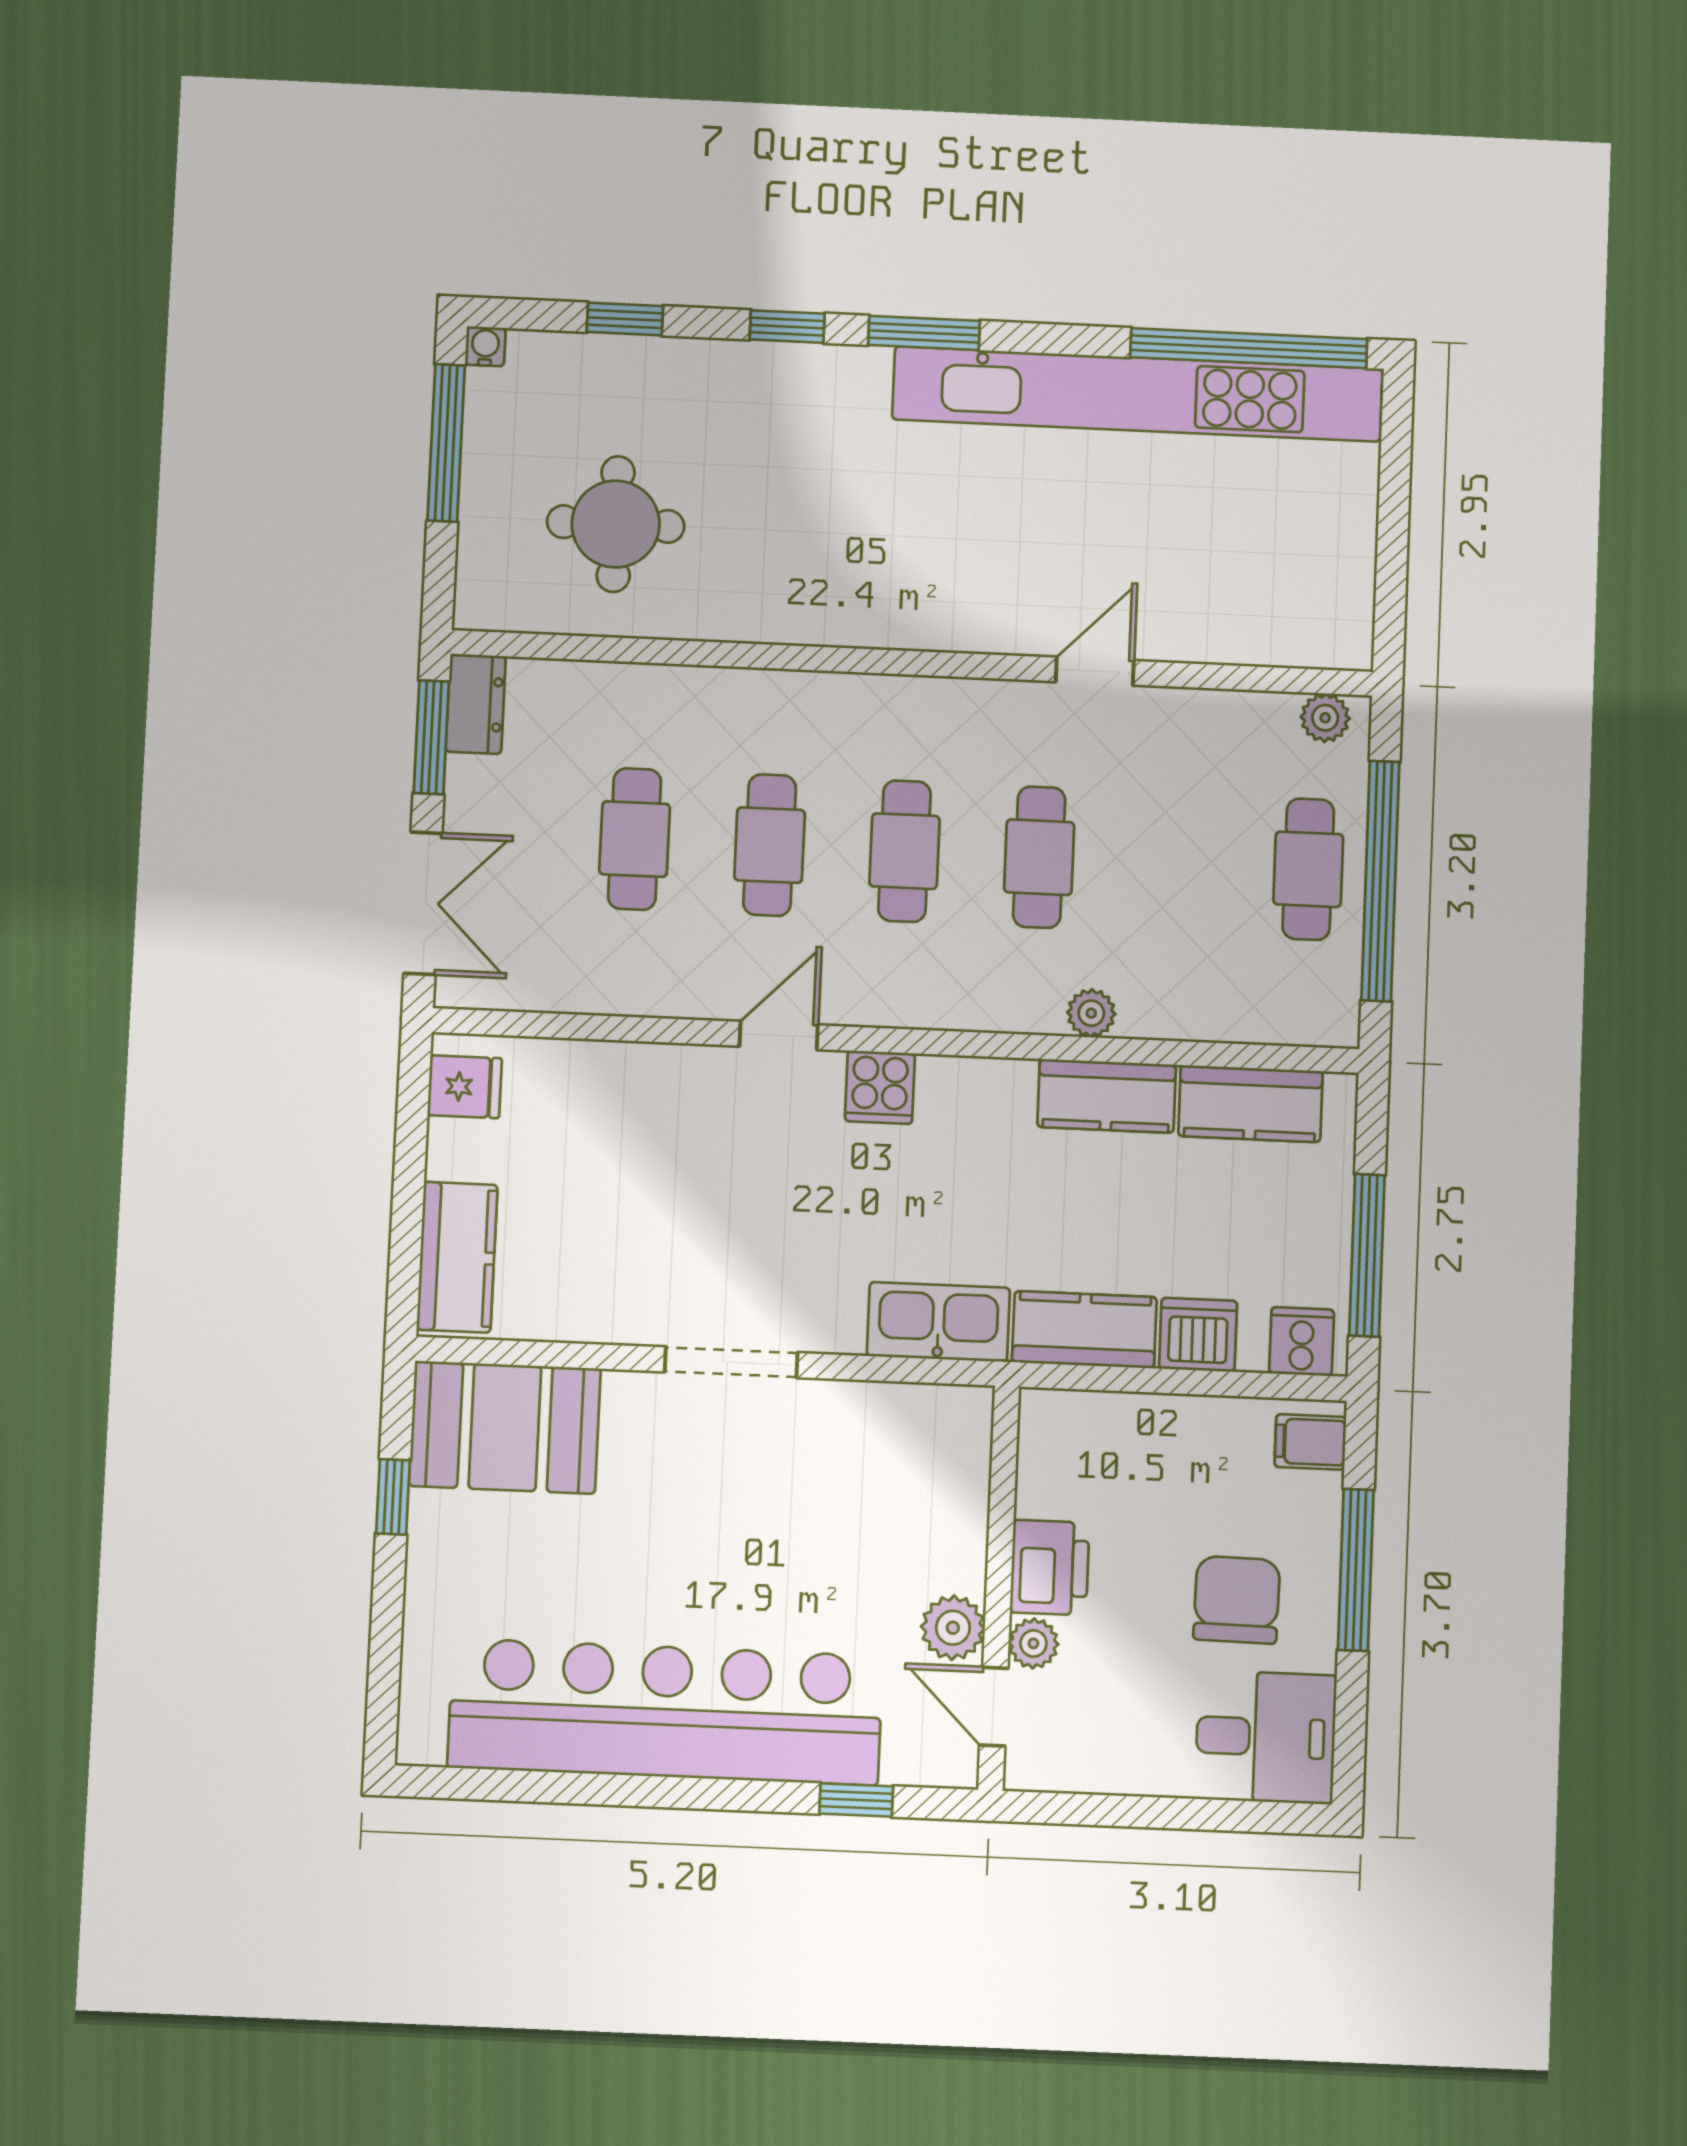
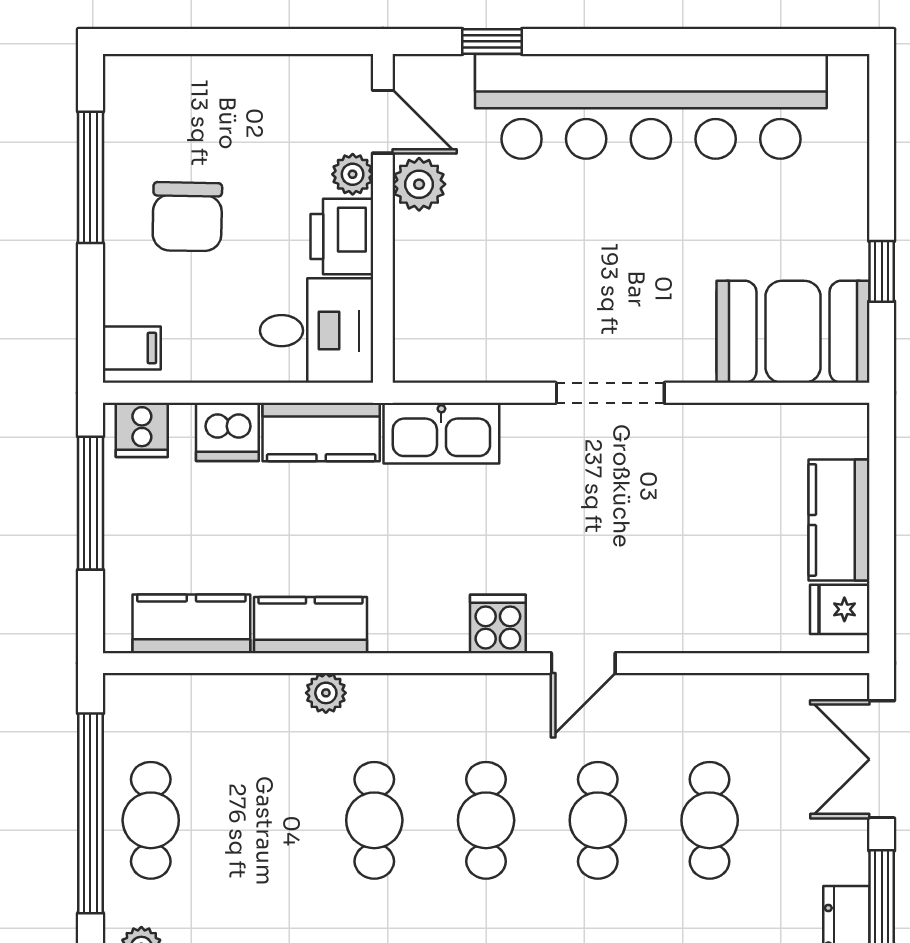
kitchen counter: (457, 1257) -> (839, 520), moved
window: (1356, 1570) -> (90, 177), moved
desk: (1266, 1737) -> (317, 331), moved, turned 180

